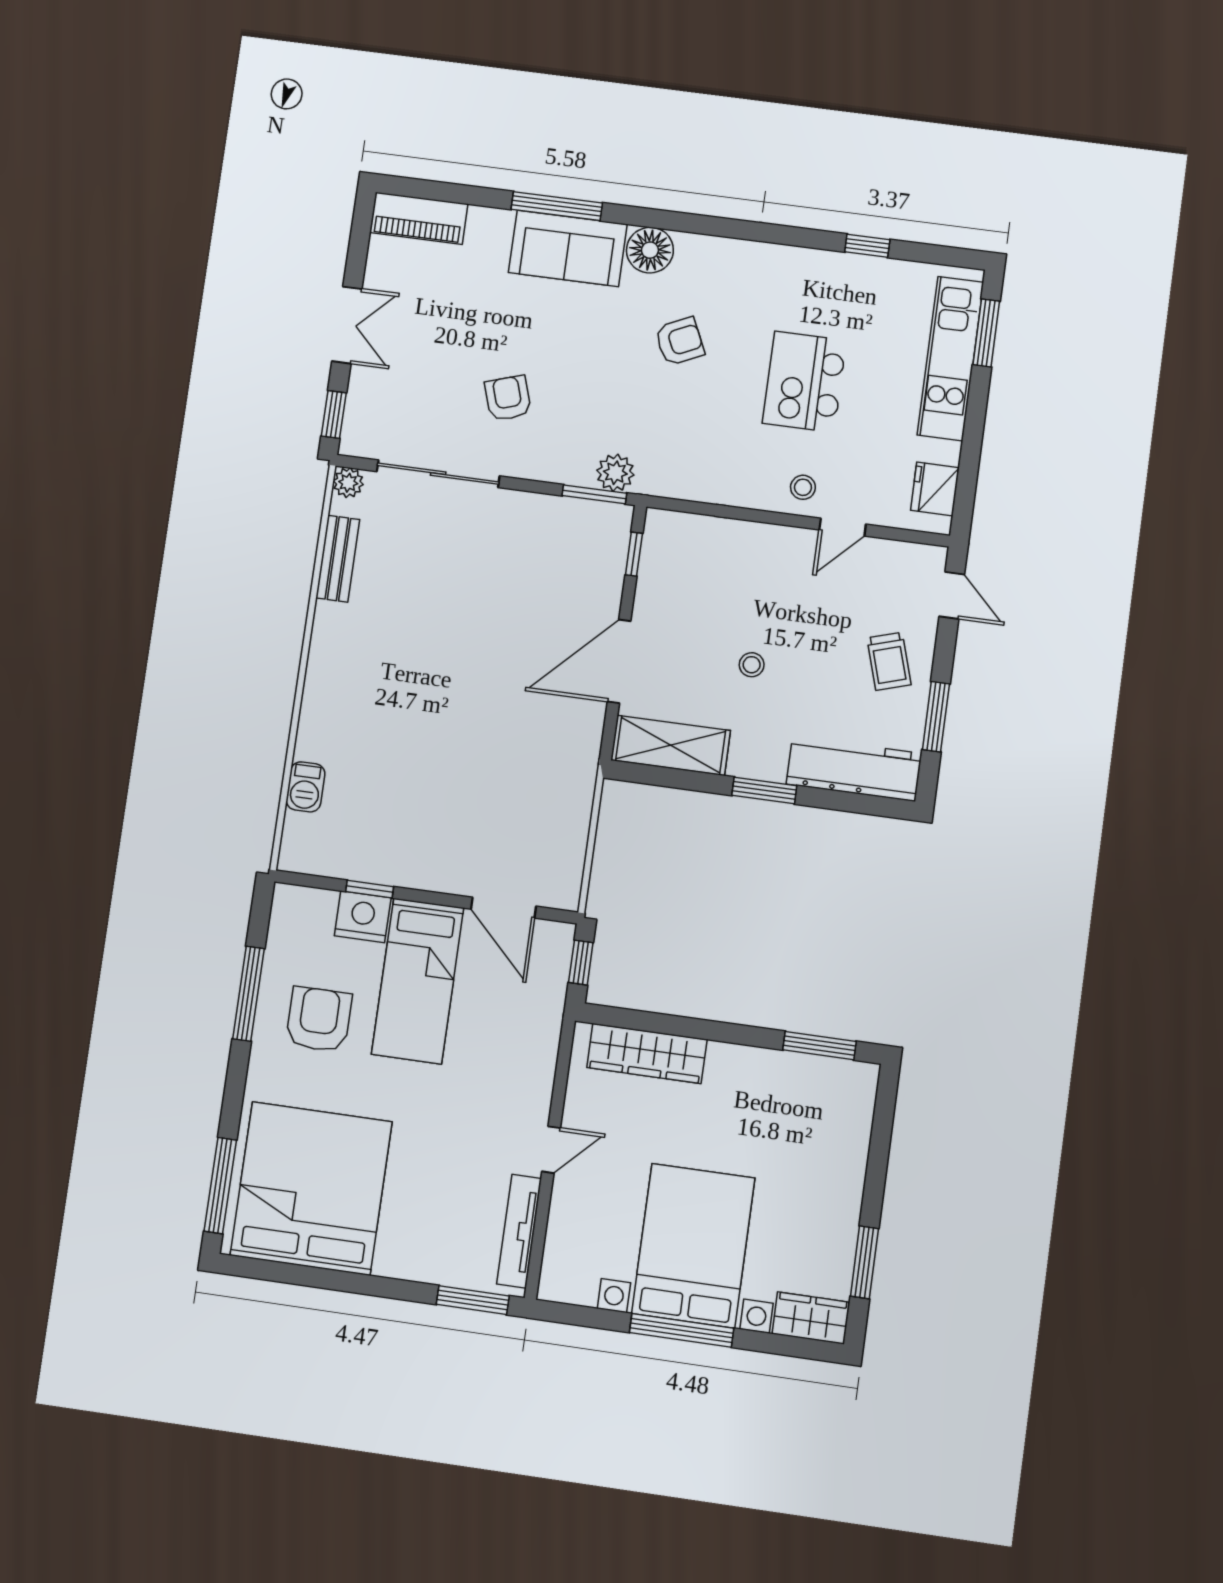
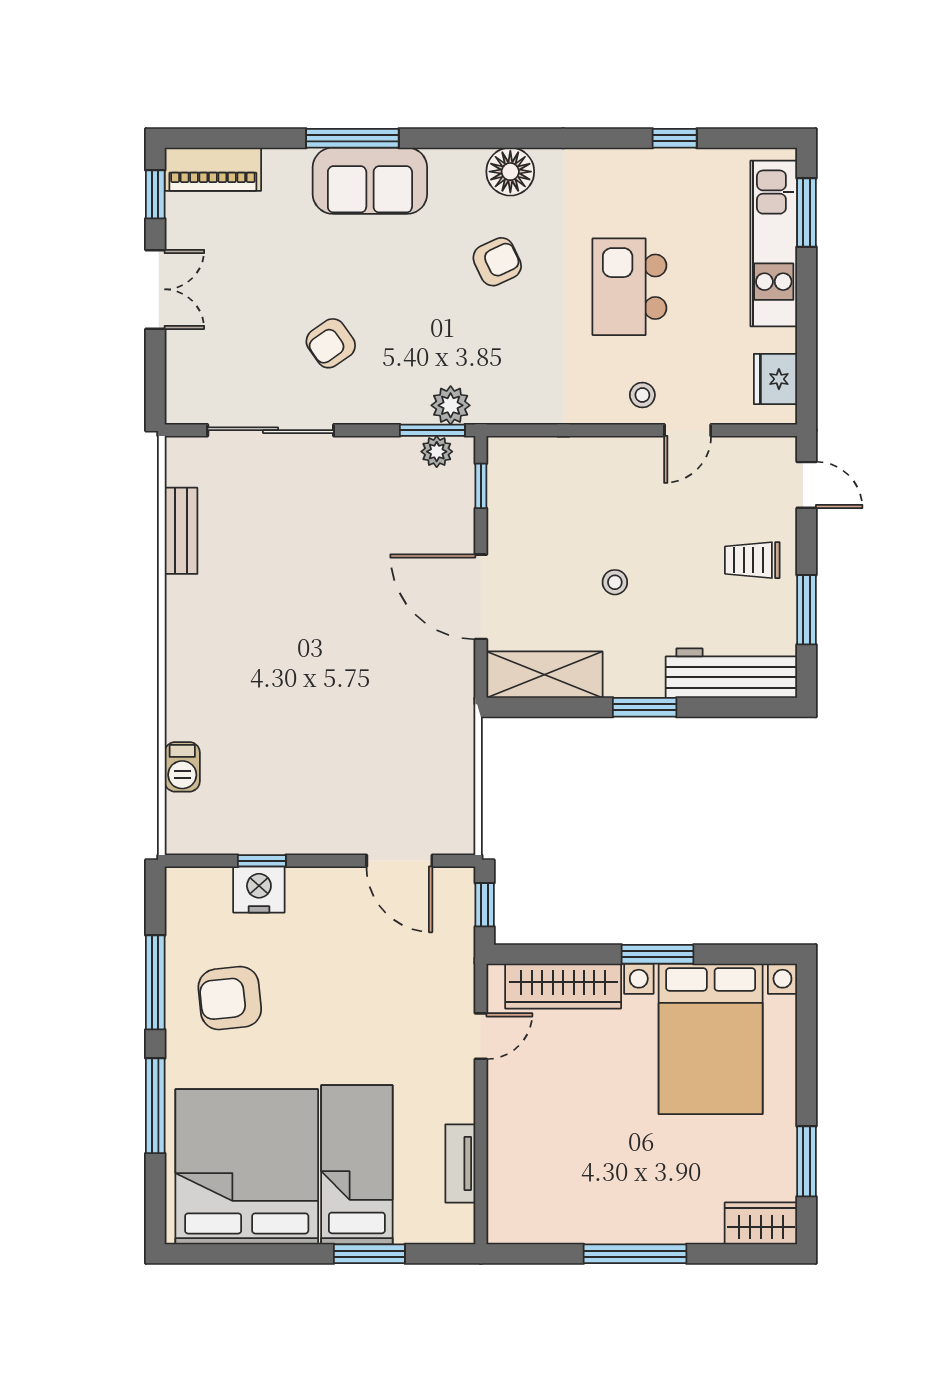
floor lamp: (650, 250) -> (510, 172), moved
armchair: (508, 398) -> (331, 343), turned -107
window: (334, 414) -> (155, 194), moved
plant: (348, 483) -> (437, 452), moved
door: (619, 661) -> (481, 597), hinge flipped
trolley: (889, 661) -> (752, 560), turned 107
bed: (418, 981) -> (357, 1165), moved, turned 180
armchair: (319, 1019) -> (230, 998), turned -96
window: (820, 1046) -> (658, 954), moved
door: (551, 1150) -> (481, 1036), moved
window: (220, 1186) -> (155, 1106), moved
tv unit: (519, 1231) -> (460, 1163), width x0.71
bed with nightstands: (693, 1246) -> (711, 1039), moved, turned 180
window: (473, 1300) -> (369, 1254), moved

